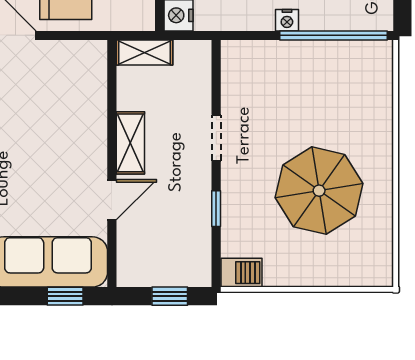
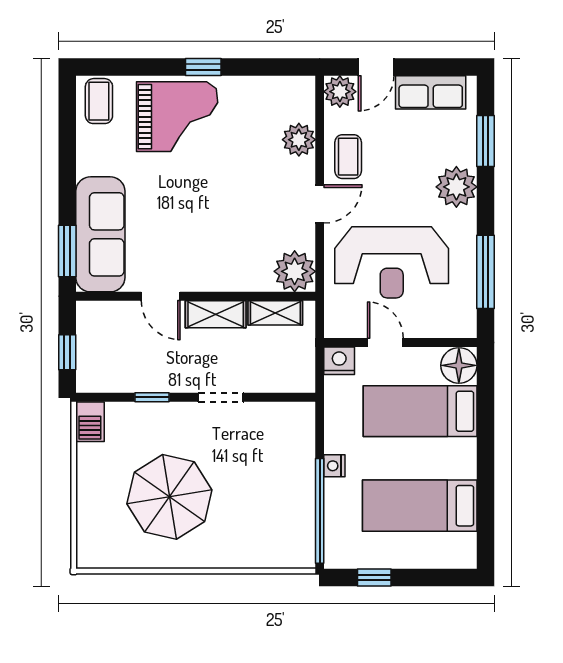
shelving: (144, 53) -> (275, 313), moved, turned 90
plant: (86, 61) -> (295, 271), added
window: (65, 296) -> (67, 251), width x1.50

